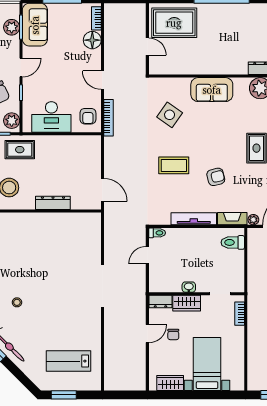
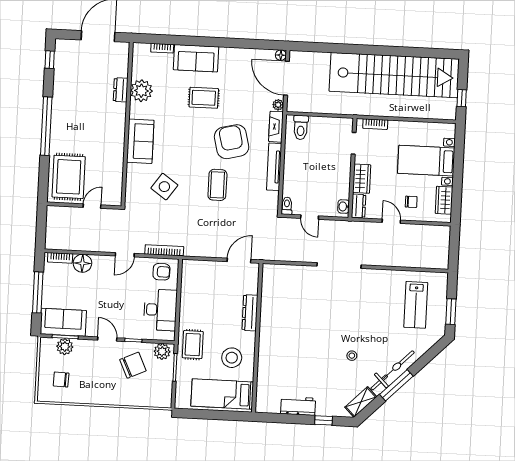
armchair: (216, 177) -> (232, 142), width x1.88, depth x1.88
washbasin: (189, 287) -> (343, 206), moved
chair: (173, 335) -> (411, 202), moved

